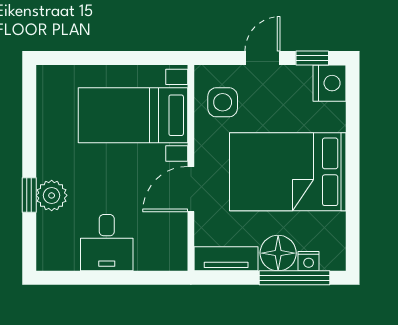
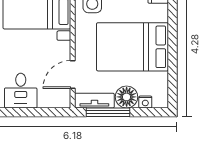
door: (191, 189) -> (73, 74), moved
window: (294, 278) -> (108, 112), moved

